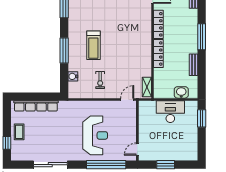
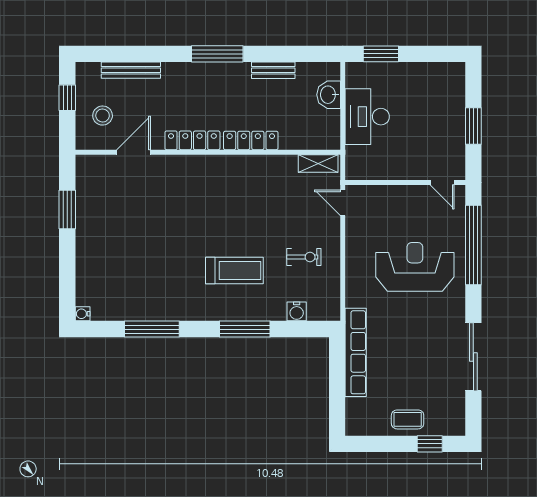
row of seats: (36, 106) -> (356, 352), moved

